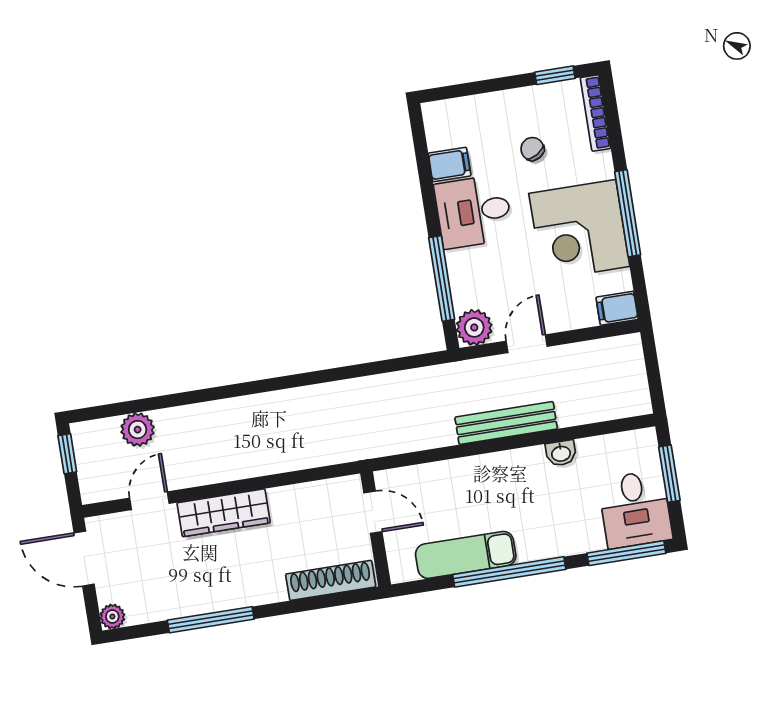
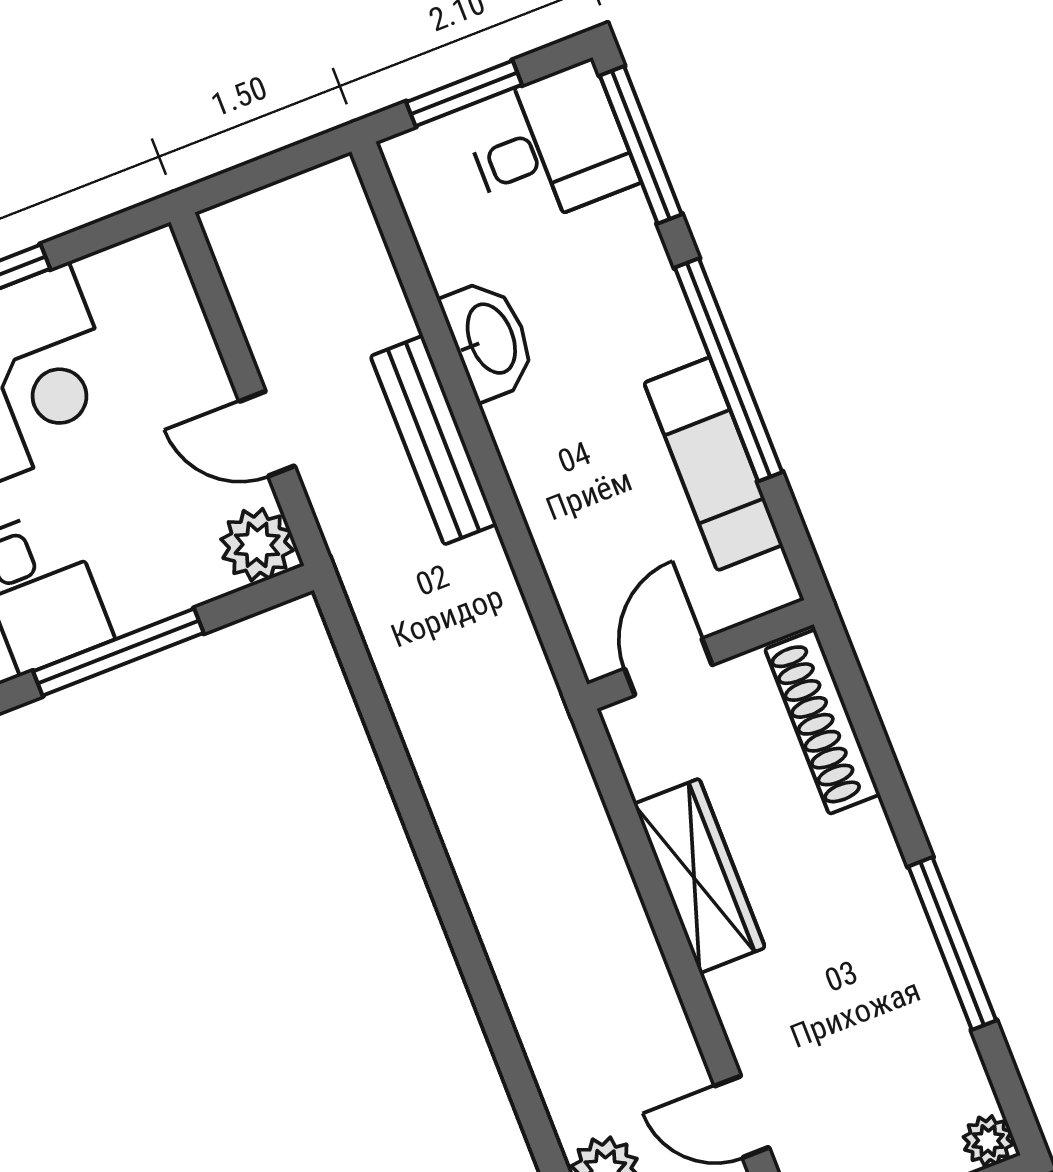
window: (442, 278) -> (118, 652), moved
filing cabinet: (617, 308) -> (157, 269), removed
washbasin: (561, 453) -> (489, 339), width x1.91, depth x1.45
wardrobe: (224, 513) -> (699, 876), moved

